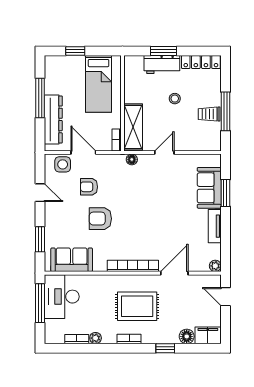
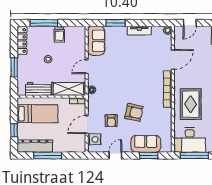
workbench: (162, 65) -> (38, 89), moved, turned -90
window: (225, 111) -> (44, 23), moved
dresser: (53, 119) -> (35, 146), moved
door: (164, 152) -> (87, 67), hinge flipped
sofa: (209, 188) -> (96, 41), moved, turned -90
armchair: (100, 219) -> (134, 112), turned -78
sofa: (72, 260) -> (146, 144), moved, turned 90
door: (174, 273) -> (173, 60), swing flipped
rug: (137, 306) -> (191, 104), moved

